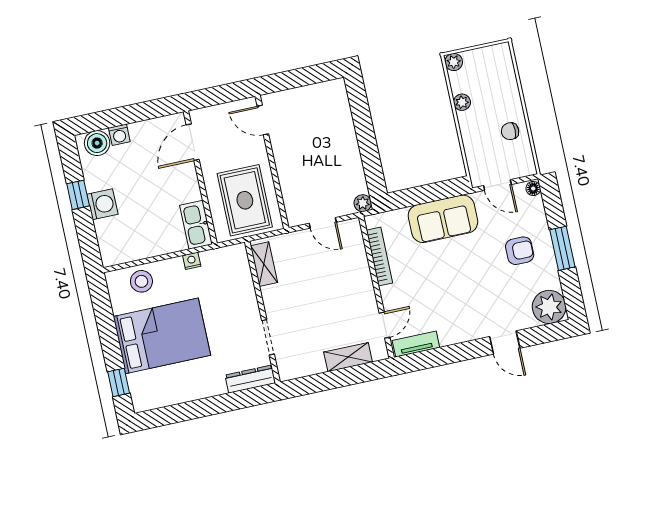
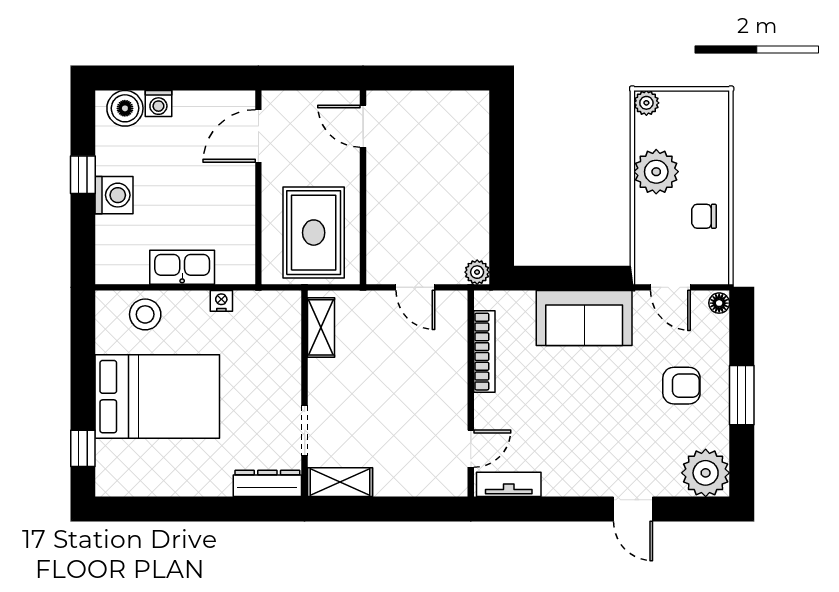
plant: (462, 102) -> (656, 172), width x1.87, depth x1.87
kitchen sink: (196, 225) -> (182, 267), moved, turned 90
shelving: (348, 357) -> (340, 482), moved

